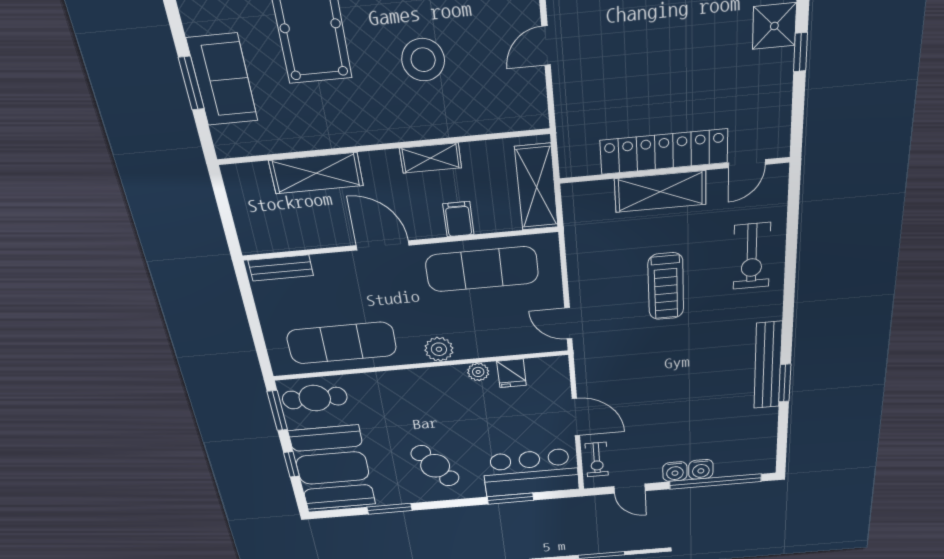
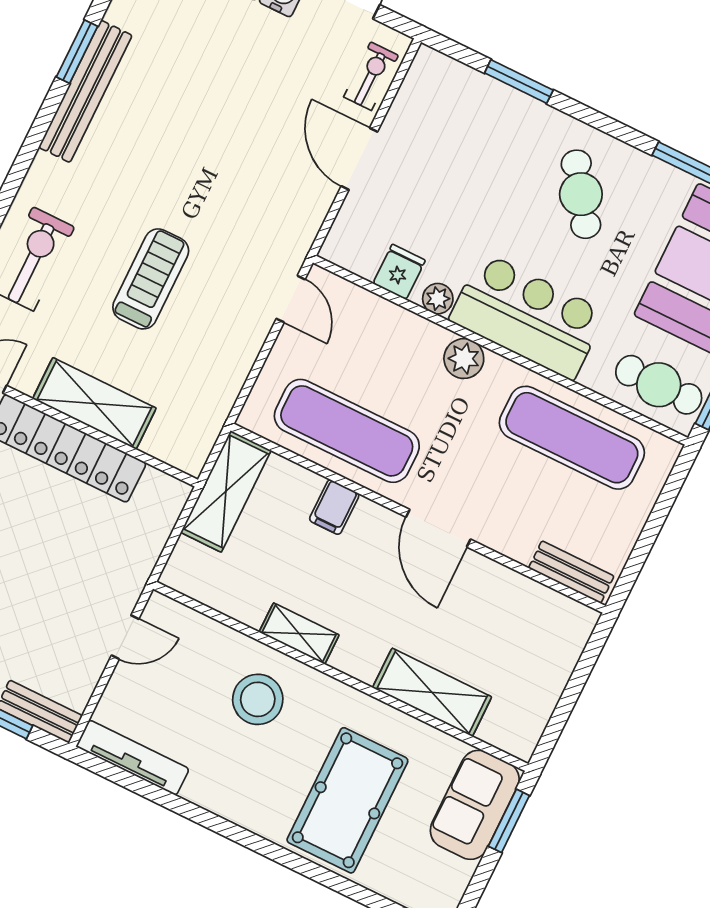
wall: (383, 147) -> (341, 676), moved
shelving: (431, 158) -> (299, 634), moved
shelving: (316, 173) -> (432, 692), moved
bar counter: (531, 473) -> (528, 316), moved, turned 180

